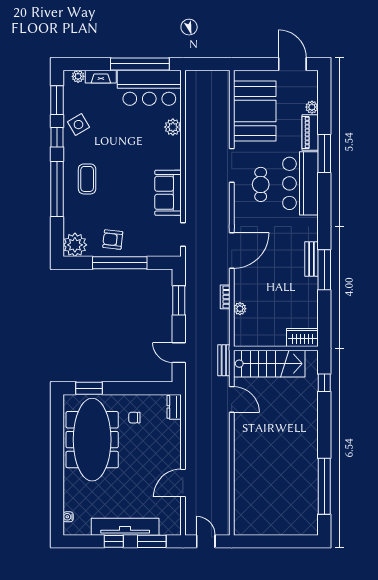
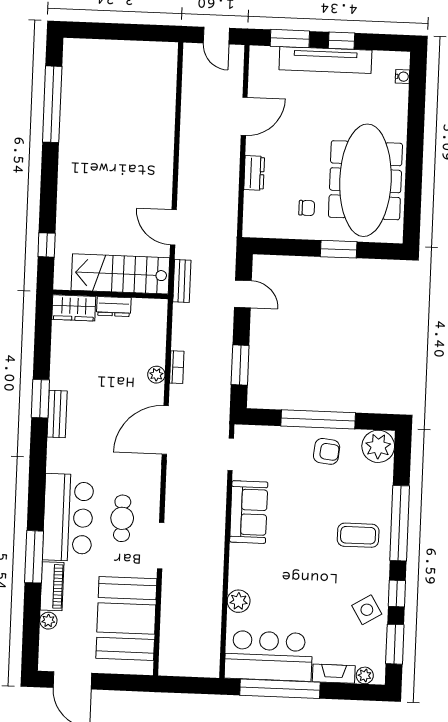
coffee table: (87, 179) -> (358, 535), turned 90
window: (324, 270) -> (40, 399), width x0.69
plant: (240, 309) -> (156, 375), moved
dresser: (273, 340) -> (114, 307), added
window: (89, 388) -> (339, 249), moved
dresser: (174, 407) -> (254, 173), moved

